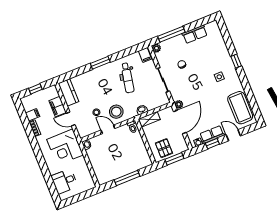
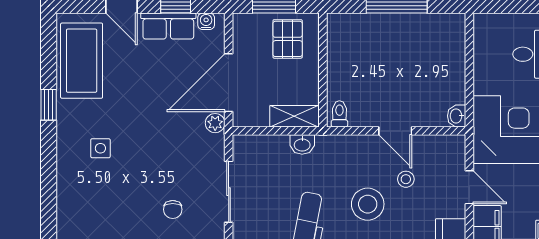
window: (236, 61) -> (49, 105), moved
stool: (116, 112) -> (368, 204), moved

